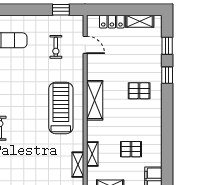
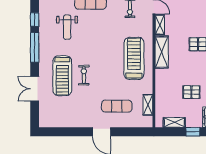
shelving: (92, 154) -> (160, 25), moved
exercise mat: (40, 166) -> (117, 106), added

